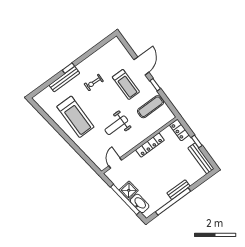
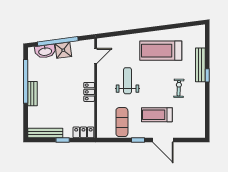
locker: (150, 145) -> (89, 92), width x0.66
door: (115, 163) -> (96, 56), hinge flipped

